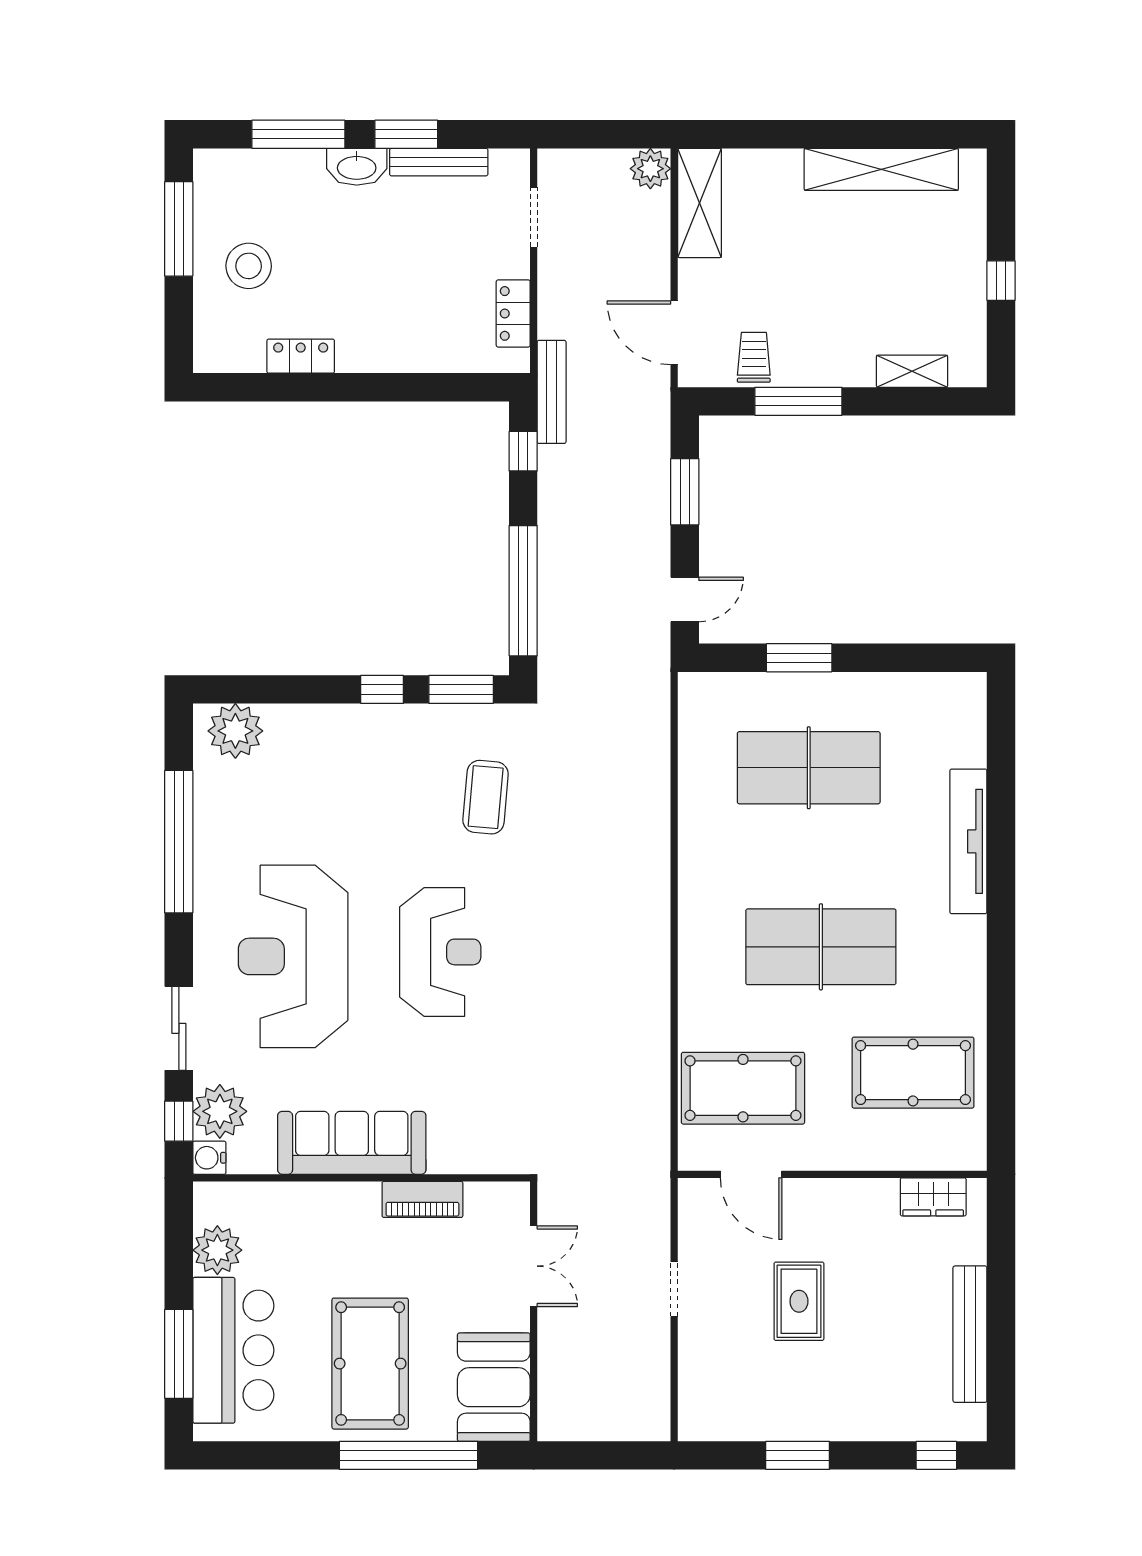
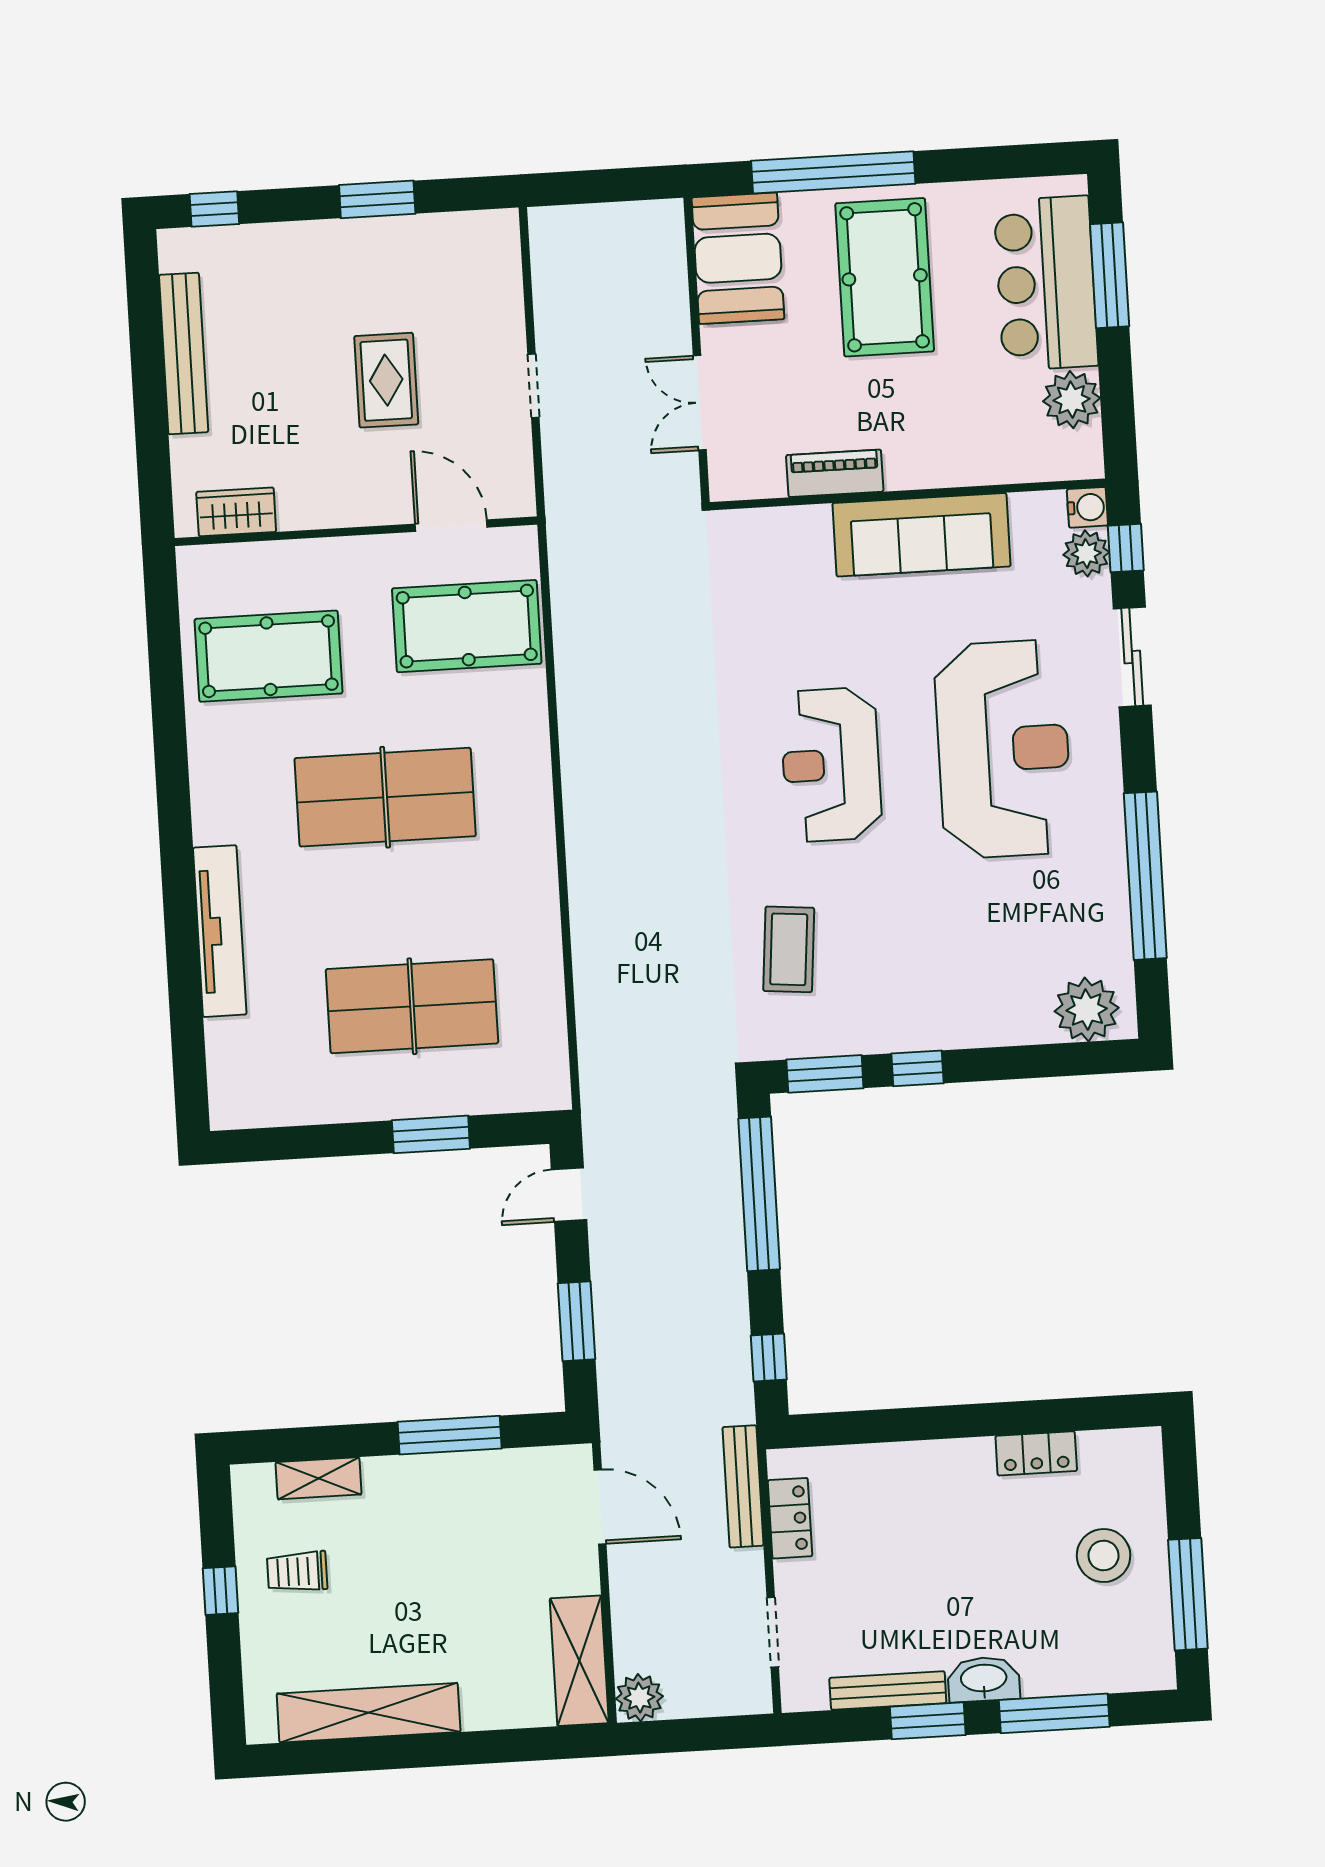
trolley: (754, 357) -> (297, 1572), moved, turned 90
bench: (552, 392) -> (743, 1486), moved
plant: (220, 1111) -> (1086, 553), width x0.73, depth x0.73

